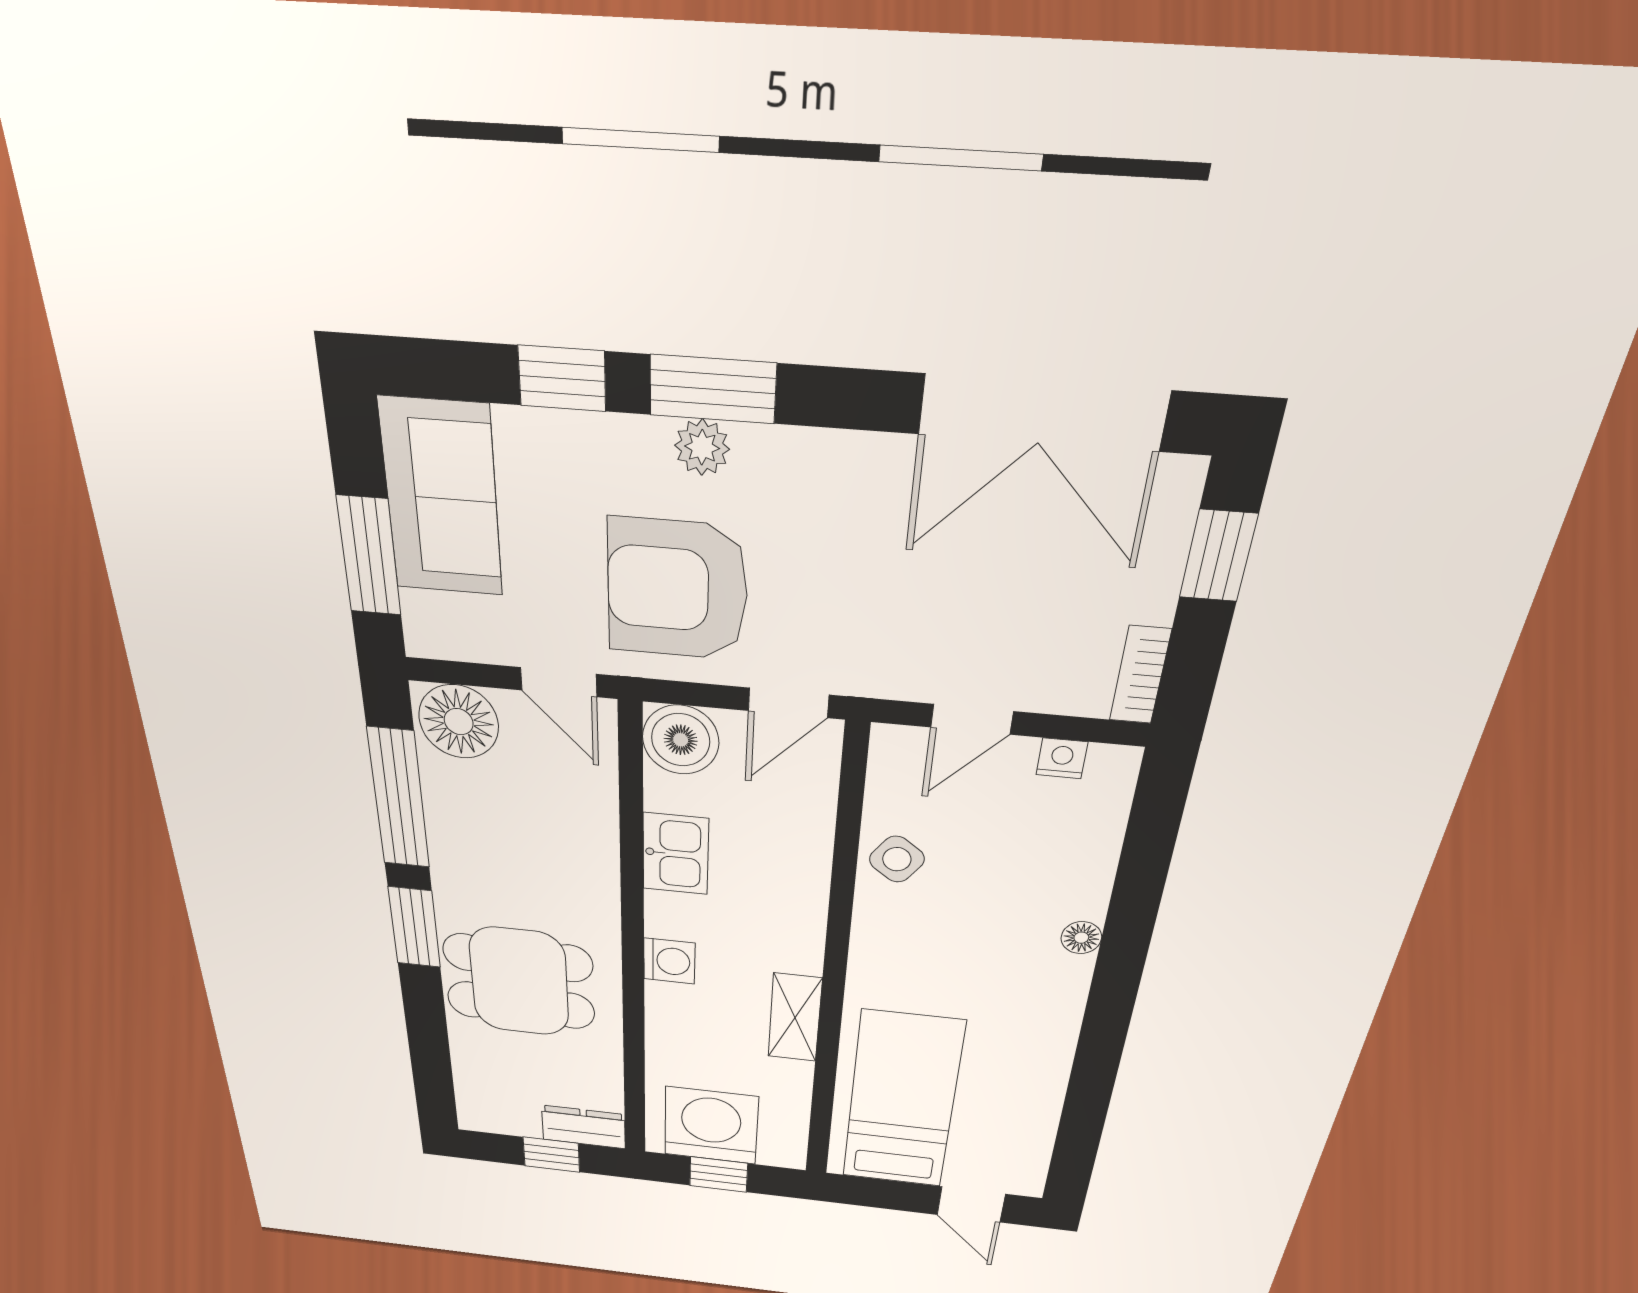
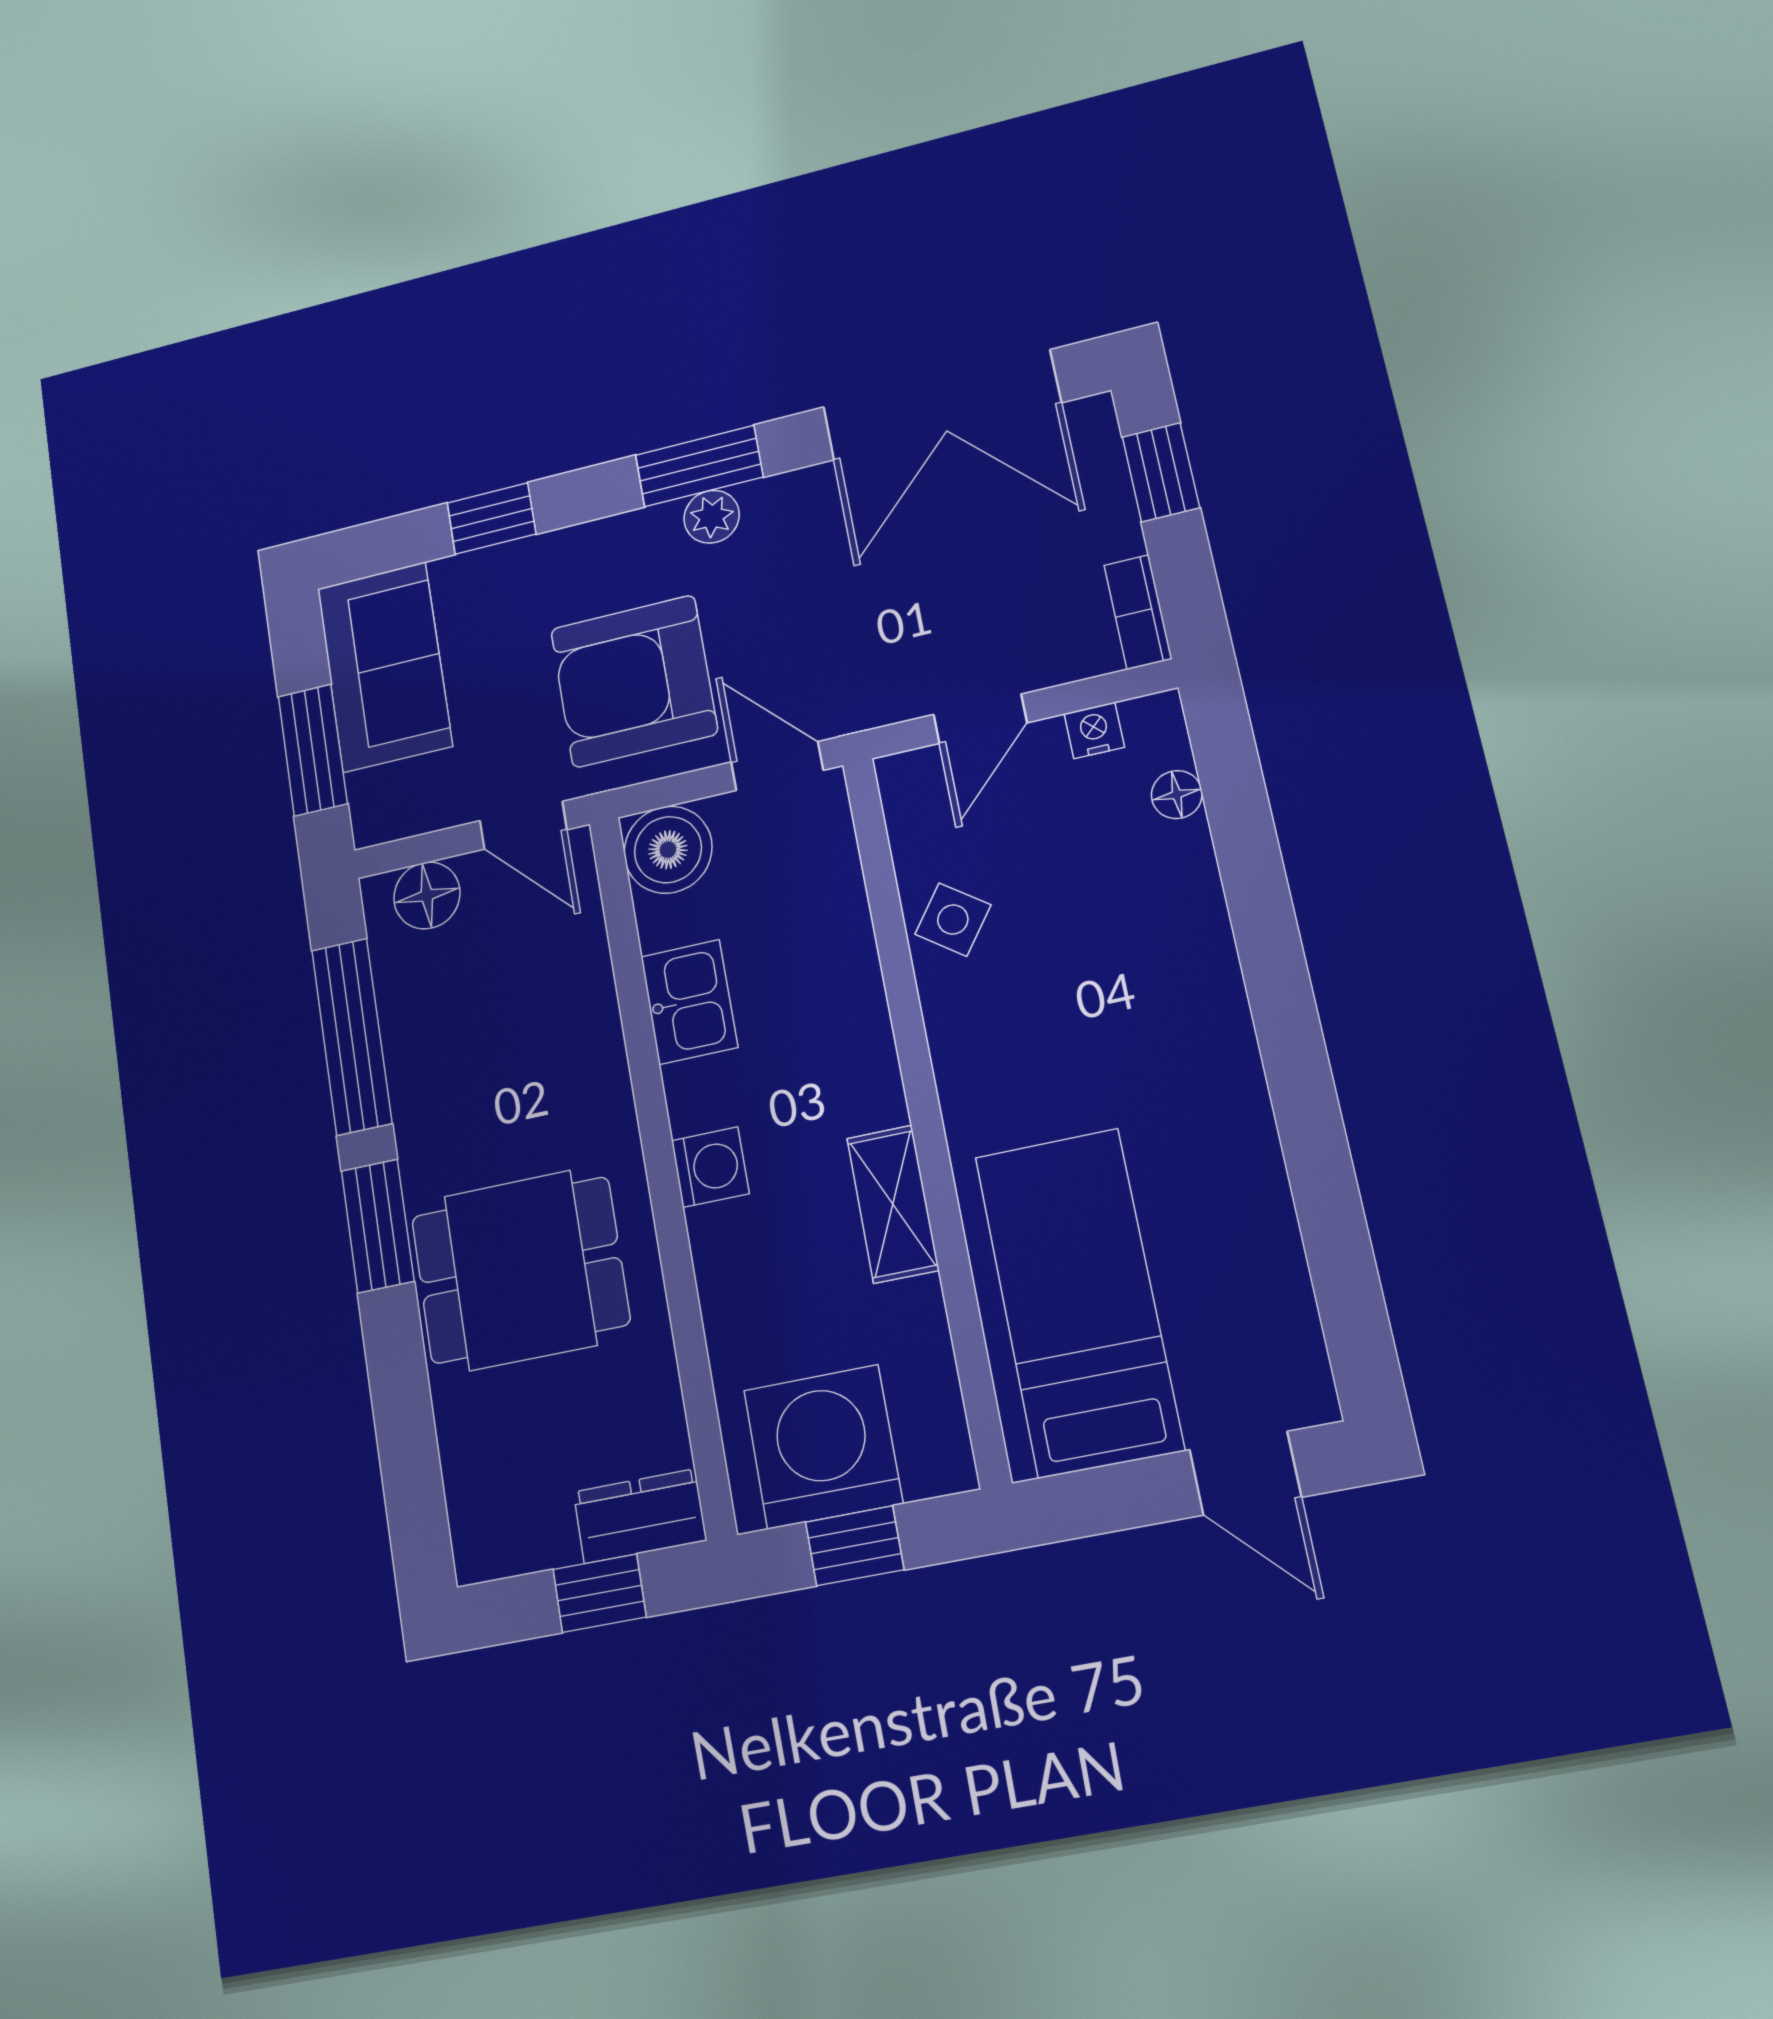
window: (713, 389) -> (699, 466), moved
plant: (702, 447) -> (712, 517), moved
door: (788, 703) -> (777, 766), swing flipped
floor lamp: (459, 722) -> (427, 895), width x0.73, depth x0.73
floor lamp: (1081, 938) -> (1177, 795), moved

